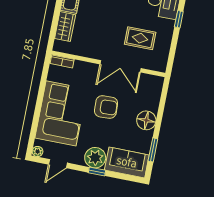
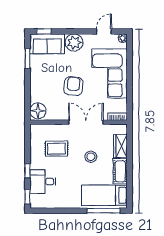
stool: (102, 21) -> (91, 157), added
double door: (121, 66) -> (86, 122), moved
armchair: (106, 107) -> (73, 86), turned 98
floor lamp: (146, 120) -> (38, 111), moved
window: (97, 171) -> (44, 31), moved

